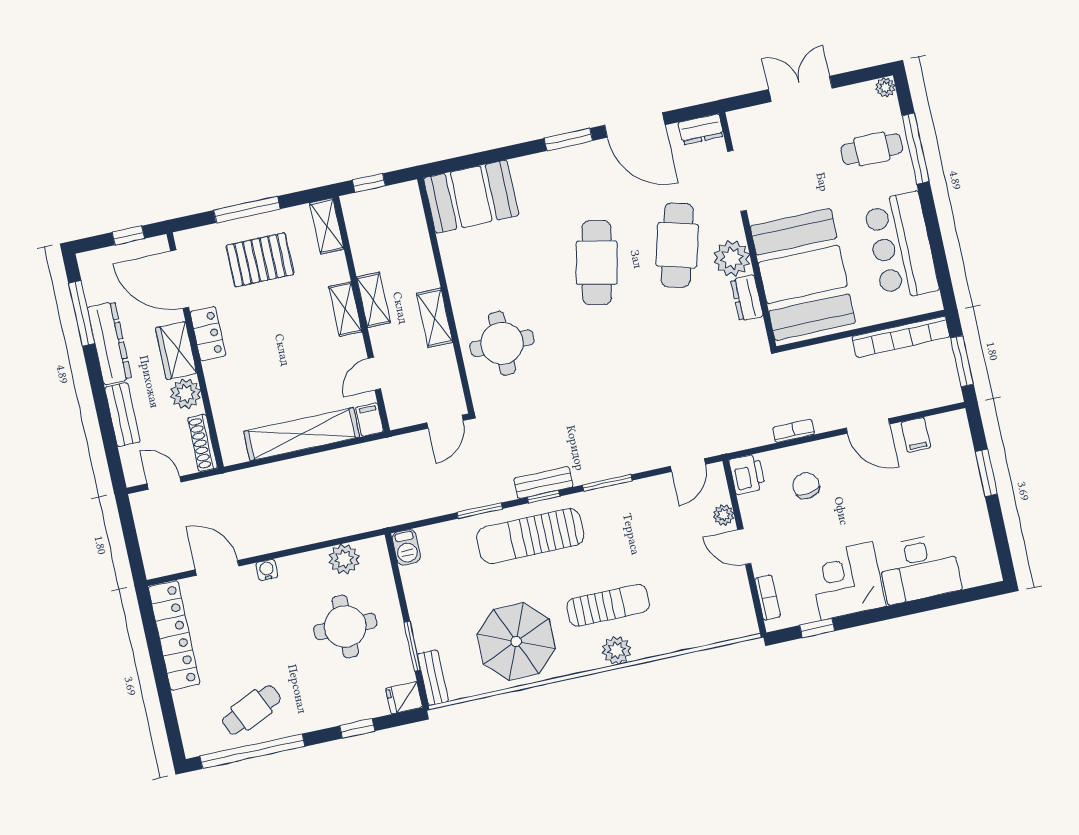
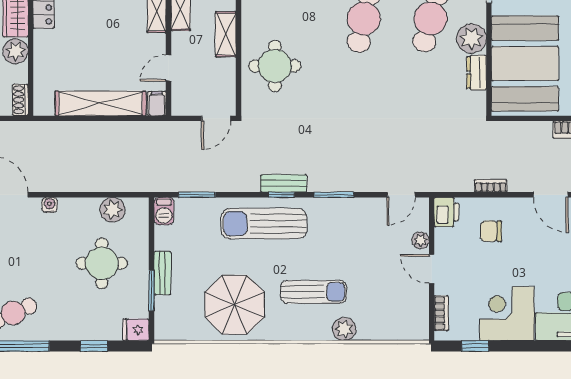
shoe rack: (202, 443) -> (20, 100), width x0.70
chair: (806, 486) -> (491, 231), turned -82
window: (480, 511) -> (197, 195), moved
plant: (616, 650) -> (344, 329), moved
bench: (433, 678) -> (162, 273), moved

